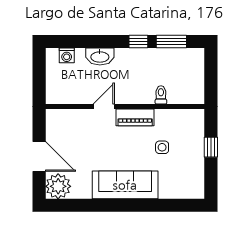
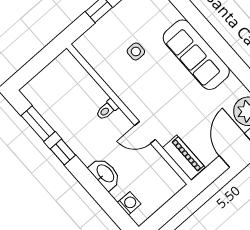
toilet: (161, 95) -> (107, 110), moved
piano: (135, 117) -> (184, 158), moved

